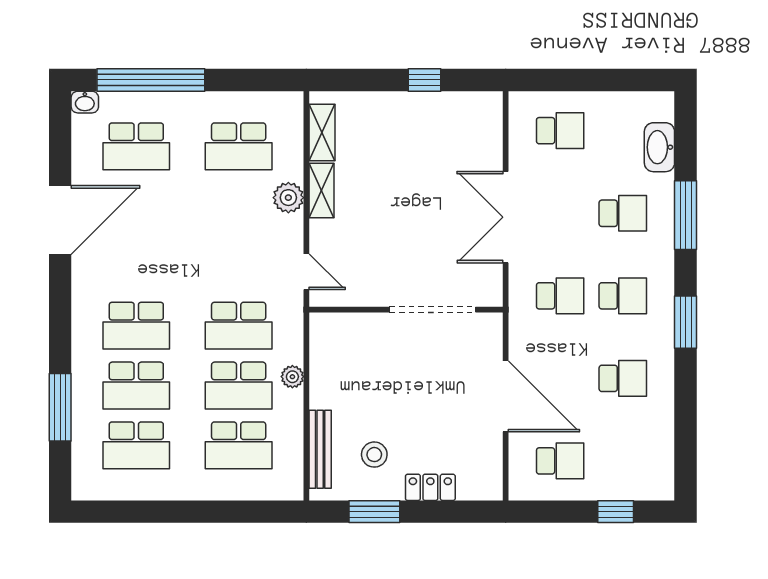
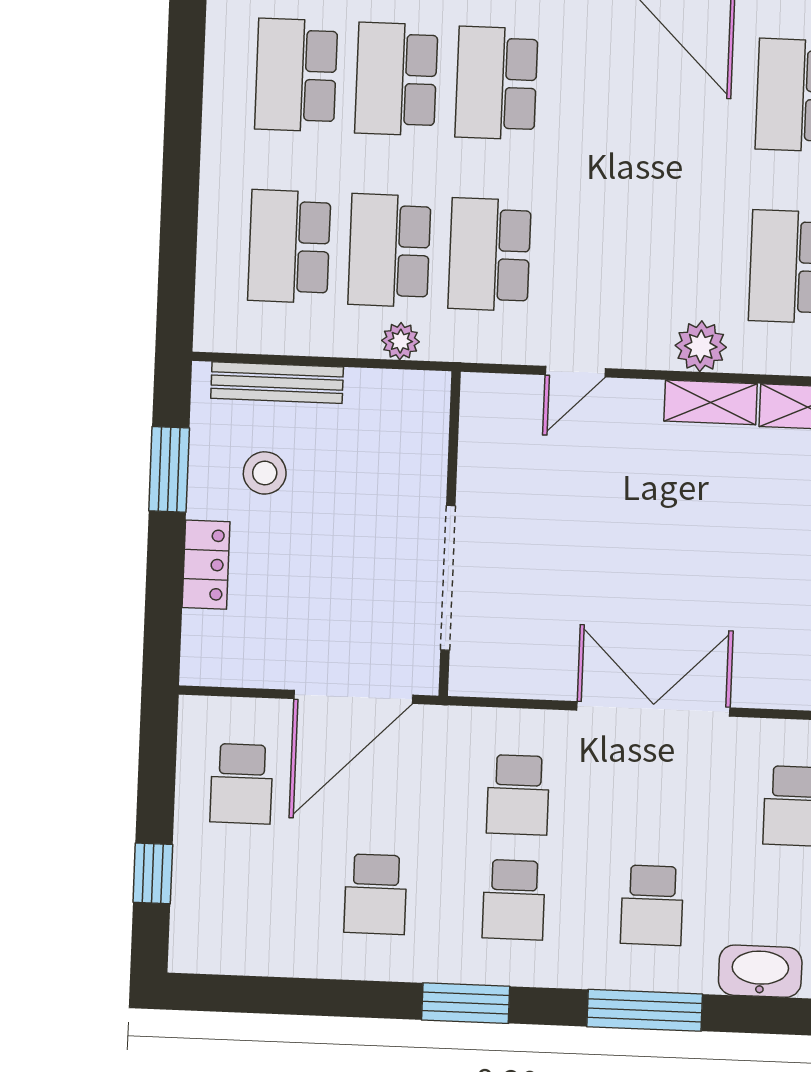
wall: (406, 310) -> (450, 534), moved
doorway: (432, 310) -> (448, 578), moved

